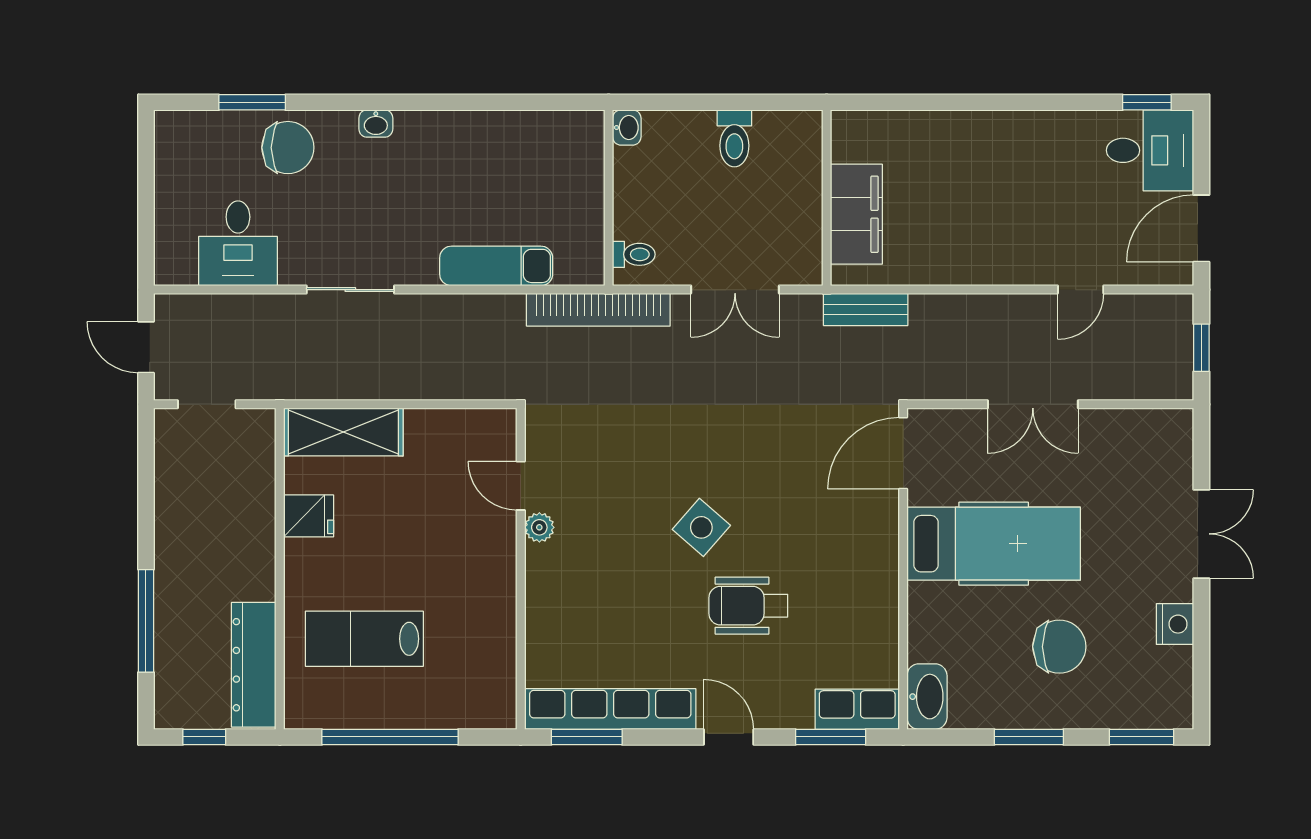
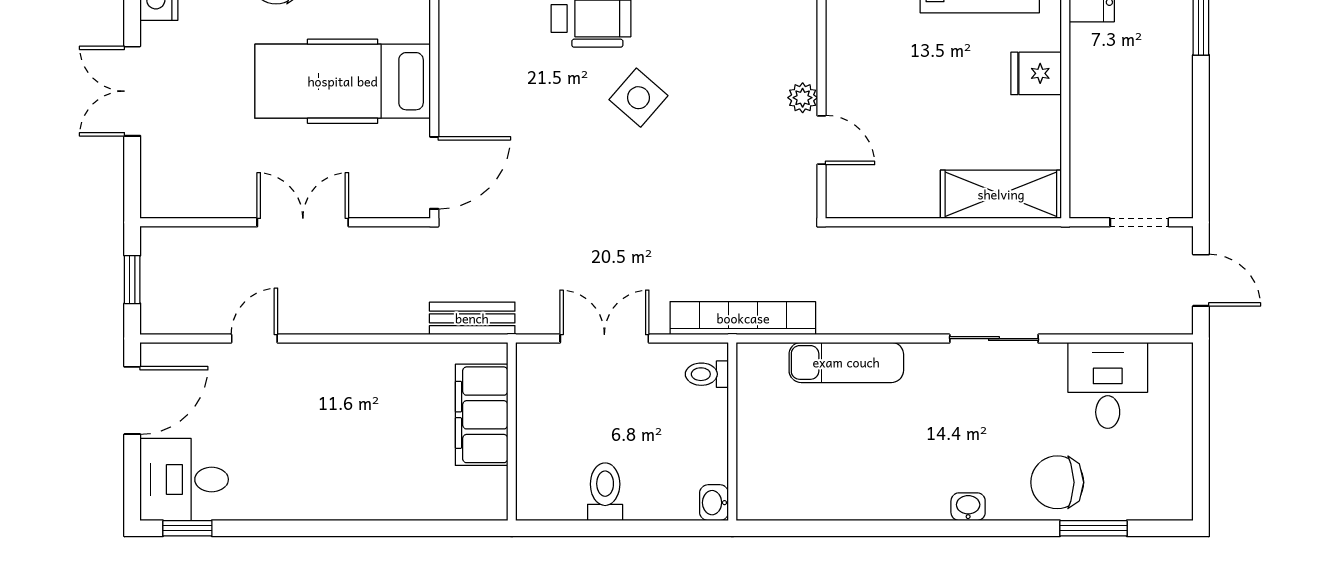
fridge: (309, 516) -> (1036, 73), moved

